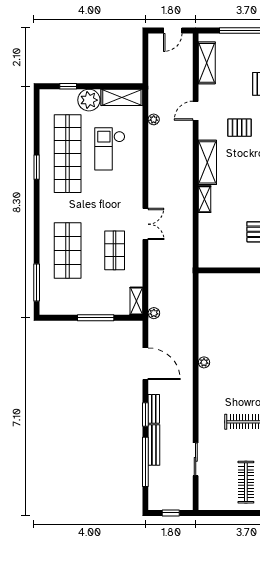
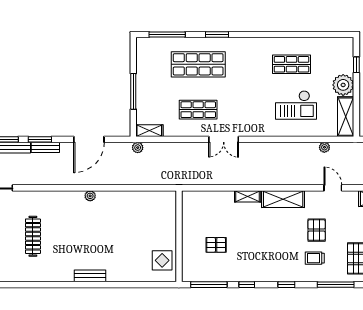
checkout: (110, 149) -> (296, 105), turned 180
shop shelf: (68, 154) -> (291, 64), width x0.50, depth x0.74
window: (37, 167) -> (217, 35), moved

